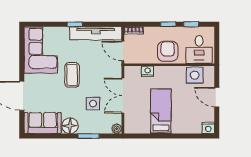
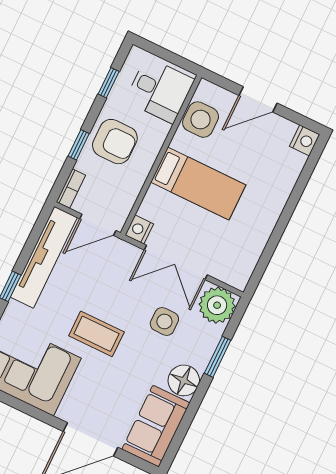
window: (168, 24) -> (79, 145), moved
armchair: (168, 51) -> (115, 142), moved, turned 180
nightstand: (148, 71) -> (139, 230), moved
bed: (161, 111) -> (198, 183), moved, turned 180
plant: (117, 129) -> (217, 305), width x1.87, depth x1.87

